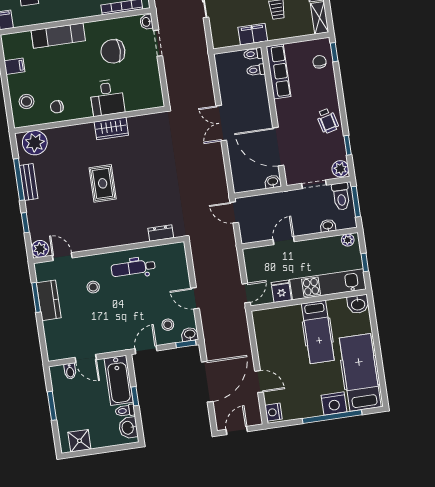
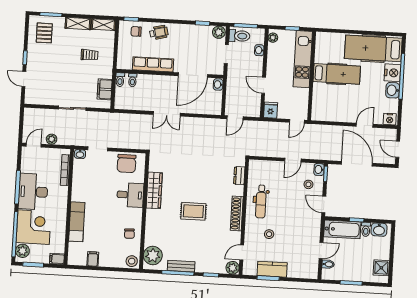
filing cabinet: (253, 34) -> (105, 89), moved
chair: (113, 51) -> (127, 164), moved
row of seats: (278, 72) -> (153, 64), moved
stool: (26, 101) -> (132, 261), moved
wheelchair: (327, 121) -> (159, 32), moved
wardrobe: (111, 128) -> (154, 190), width x1.50
shoe rack: (111, 240) -> (237, 213), added
fridge: (281, 291) -> (271, 110), moved, turned 90
door: (246, 293) -> (297, 121), swing flipped
washbasin: (358, 304) -> (393, 90), moved, turned 180

